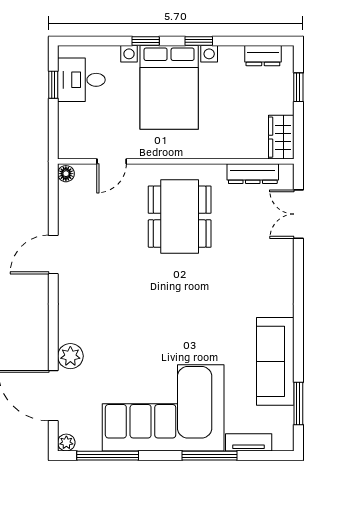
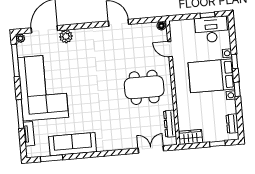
desk: (81, 80) -> (211, 30), width x1.37

